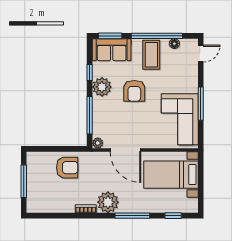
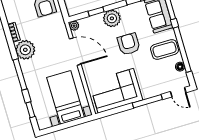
plant: (102, 87) -> (112, 18), moved
armchair: (134, 91) -> (129, 44), turned 90
window: (201, 104) -> (147, 101), moved
window: (90, 115) -> (96, 12), width x0.46
door: (125, 150) -> (75, 52), swing flipped

